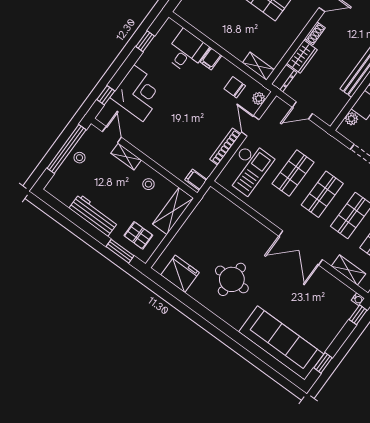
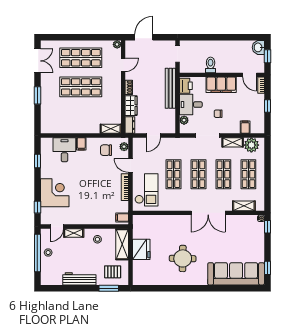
door: (112, 135) -> (57, 227), swing flipped
fridge: (180, 274) -> (141, 249), moved, turned 90

